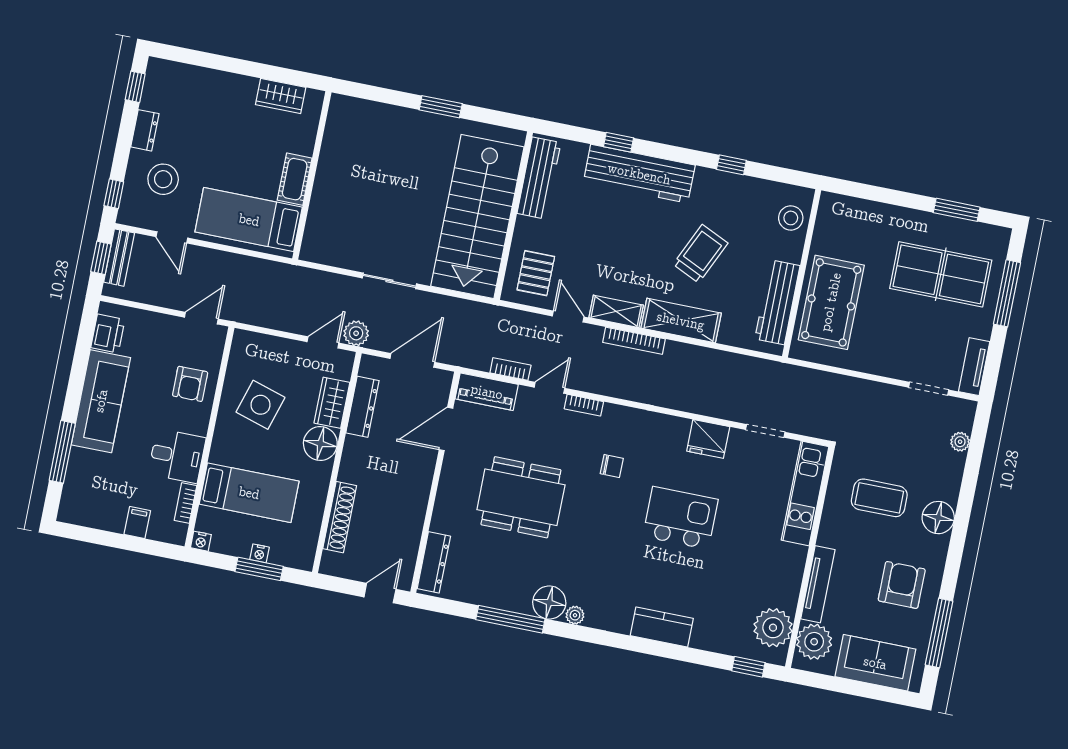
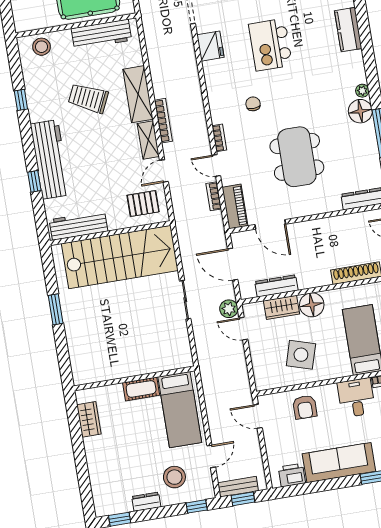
armchair: (190, 384) -> (305, 407), turned 90

